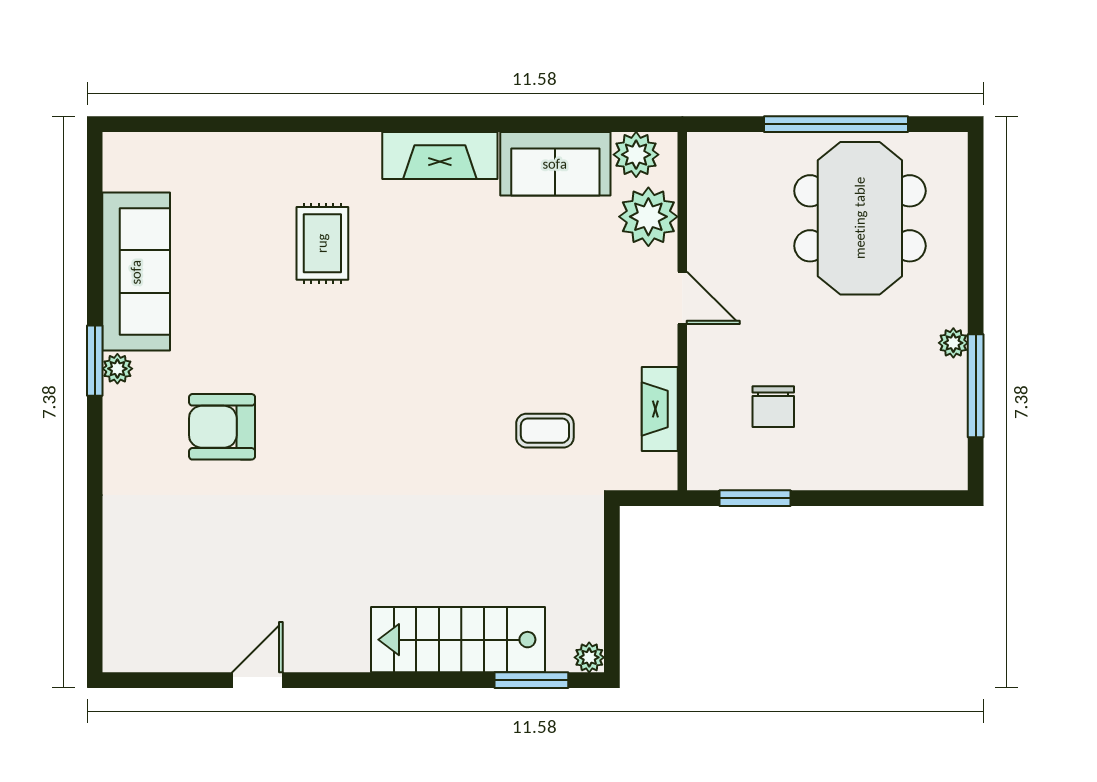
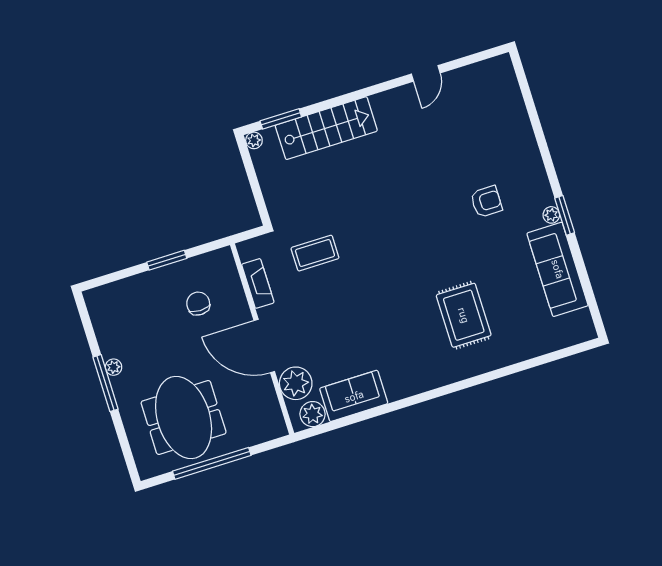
fireplace: (440, 156) -> (416, 381), removed
rug: (322, 243) -> (464, 315), width x1.36, depth x1.43
door: (682, 298) -> (264, 346), width x1.87
window: (976, 386) -> (105, 383), moved
armchair: (222, 427) -> (486, 202), width x0.72, depth x0.72
coffee table: (545, 431) -> (315, 253), width x1.36, depth x1.30
window: (755, 498) -> (167, 260), moved

